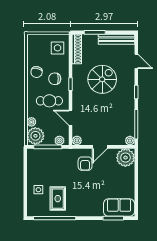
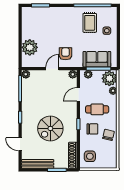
door: (71, 118) -> (78, 94), swing flipped
plant: (125, 158) -> (30, 47), moved
sofa: (119, 208) -> (97, 59), moved, turned 180

